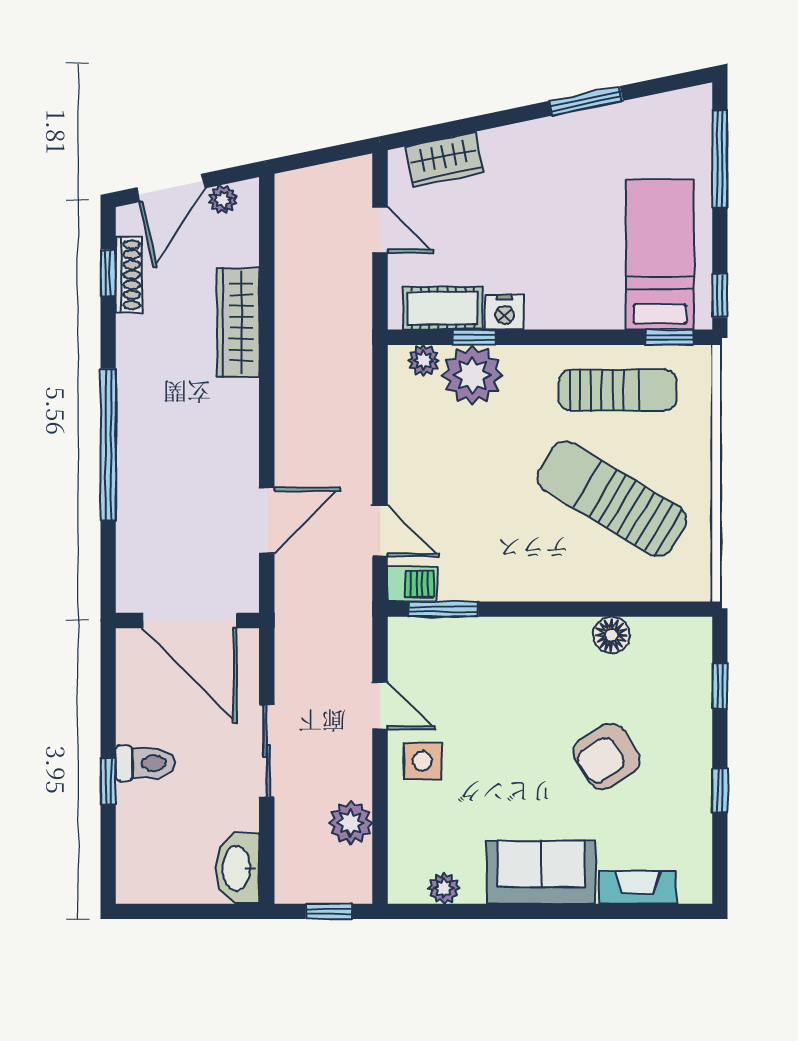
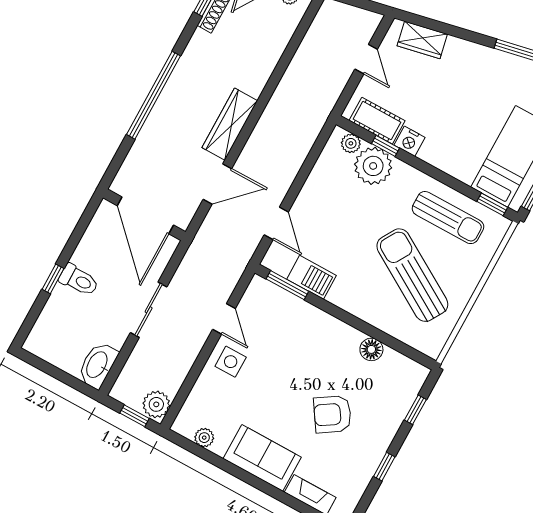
wardrobe: (238, 322) -> (230, 124), moved
barbecue: (412, 584) -> (311, 277), moved, width x1.38, depth x1.27
plant: (351, 823) -> (156, 404), moved

